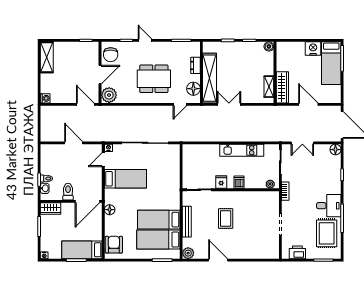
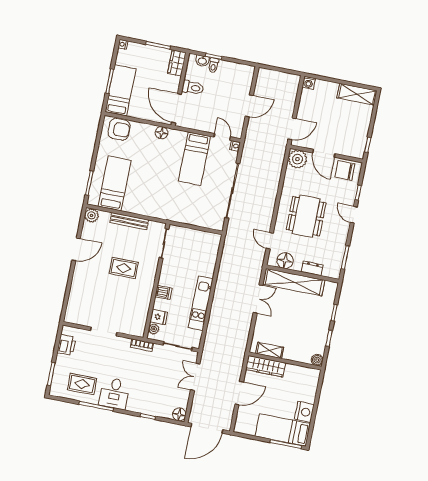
door: (145, 40) -> (354, 215), swing flipped
fridge: (221, 182) -> (159, 317), moved
bed: (159, 220) -> (138, 189), removed
rug: (327, 233) -> (82, 384), width x0.73, depth x0.70

